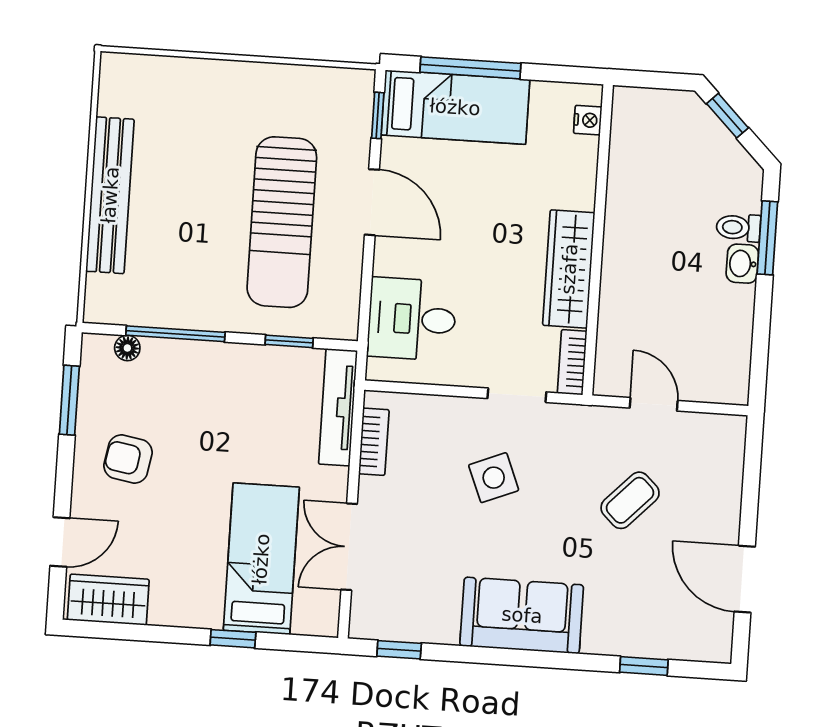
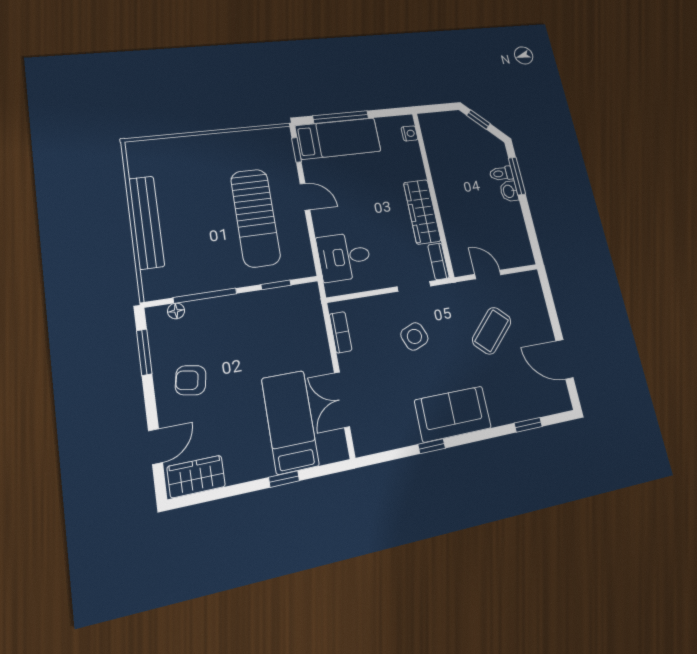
door: (372, 202) -> (305, 197), width x0.73
tv unit: (338, 407) -> (314, 317), removed
coffee table: (630, 500) -> (492, 331), width x1.36, depth x1.30
window: (399, 650) -> (432, 446), moved

